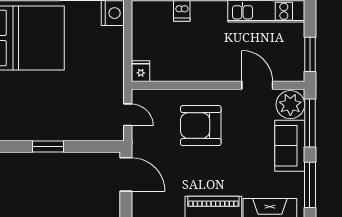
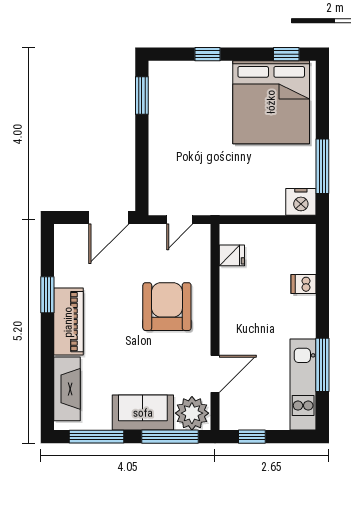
window: (310, 54) -> (252, 437), width x0.67
fridge: (141, 71) -> (232, 255), moved
window: (48, 147) -> (142, 96), moved

